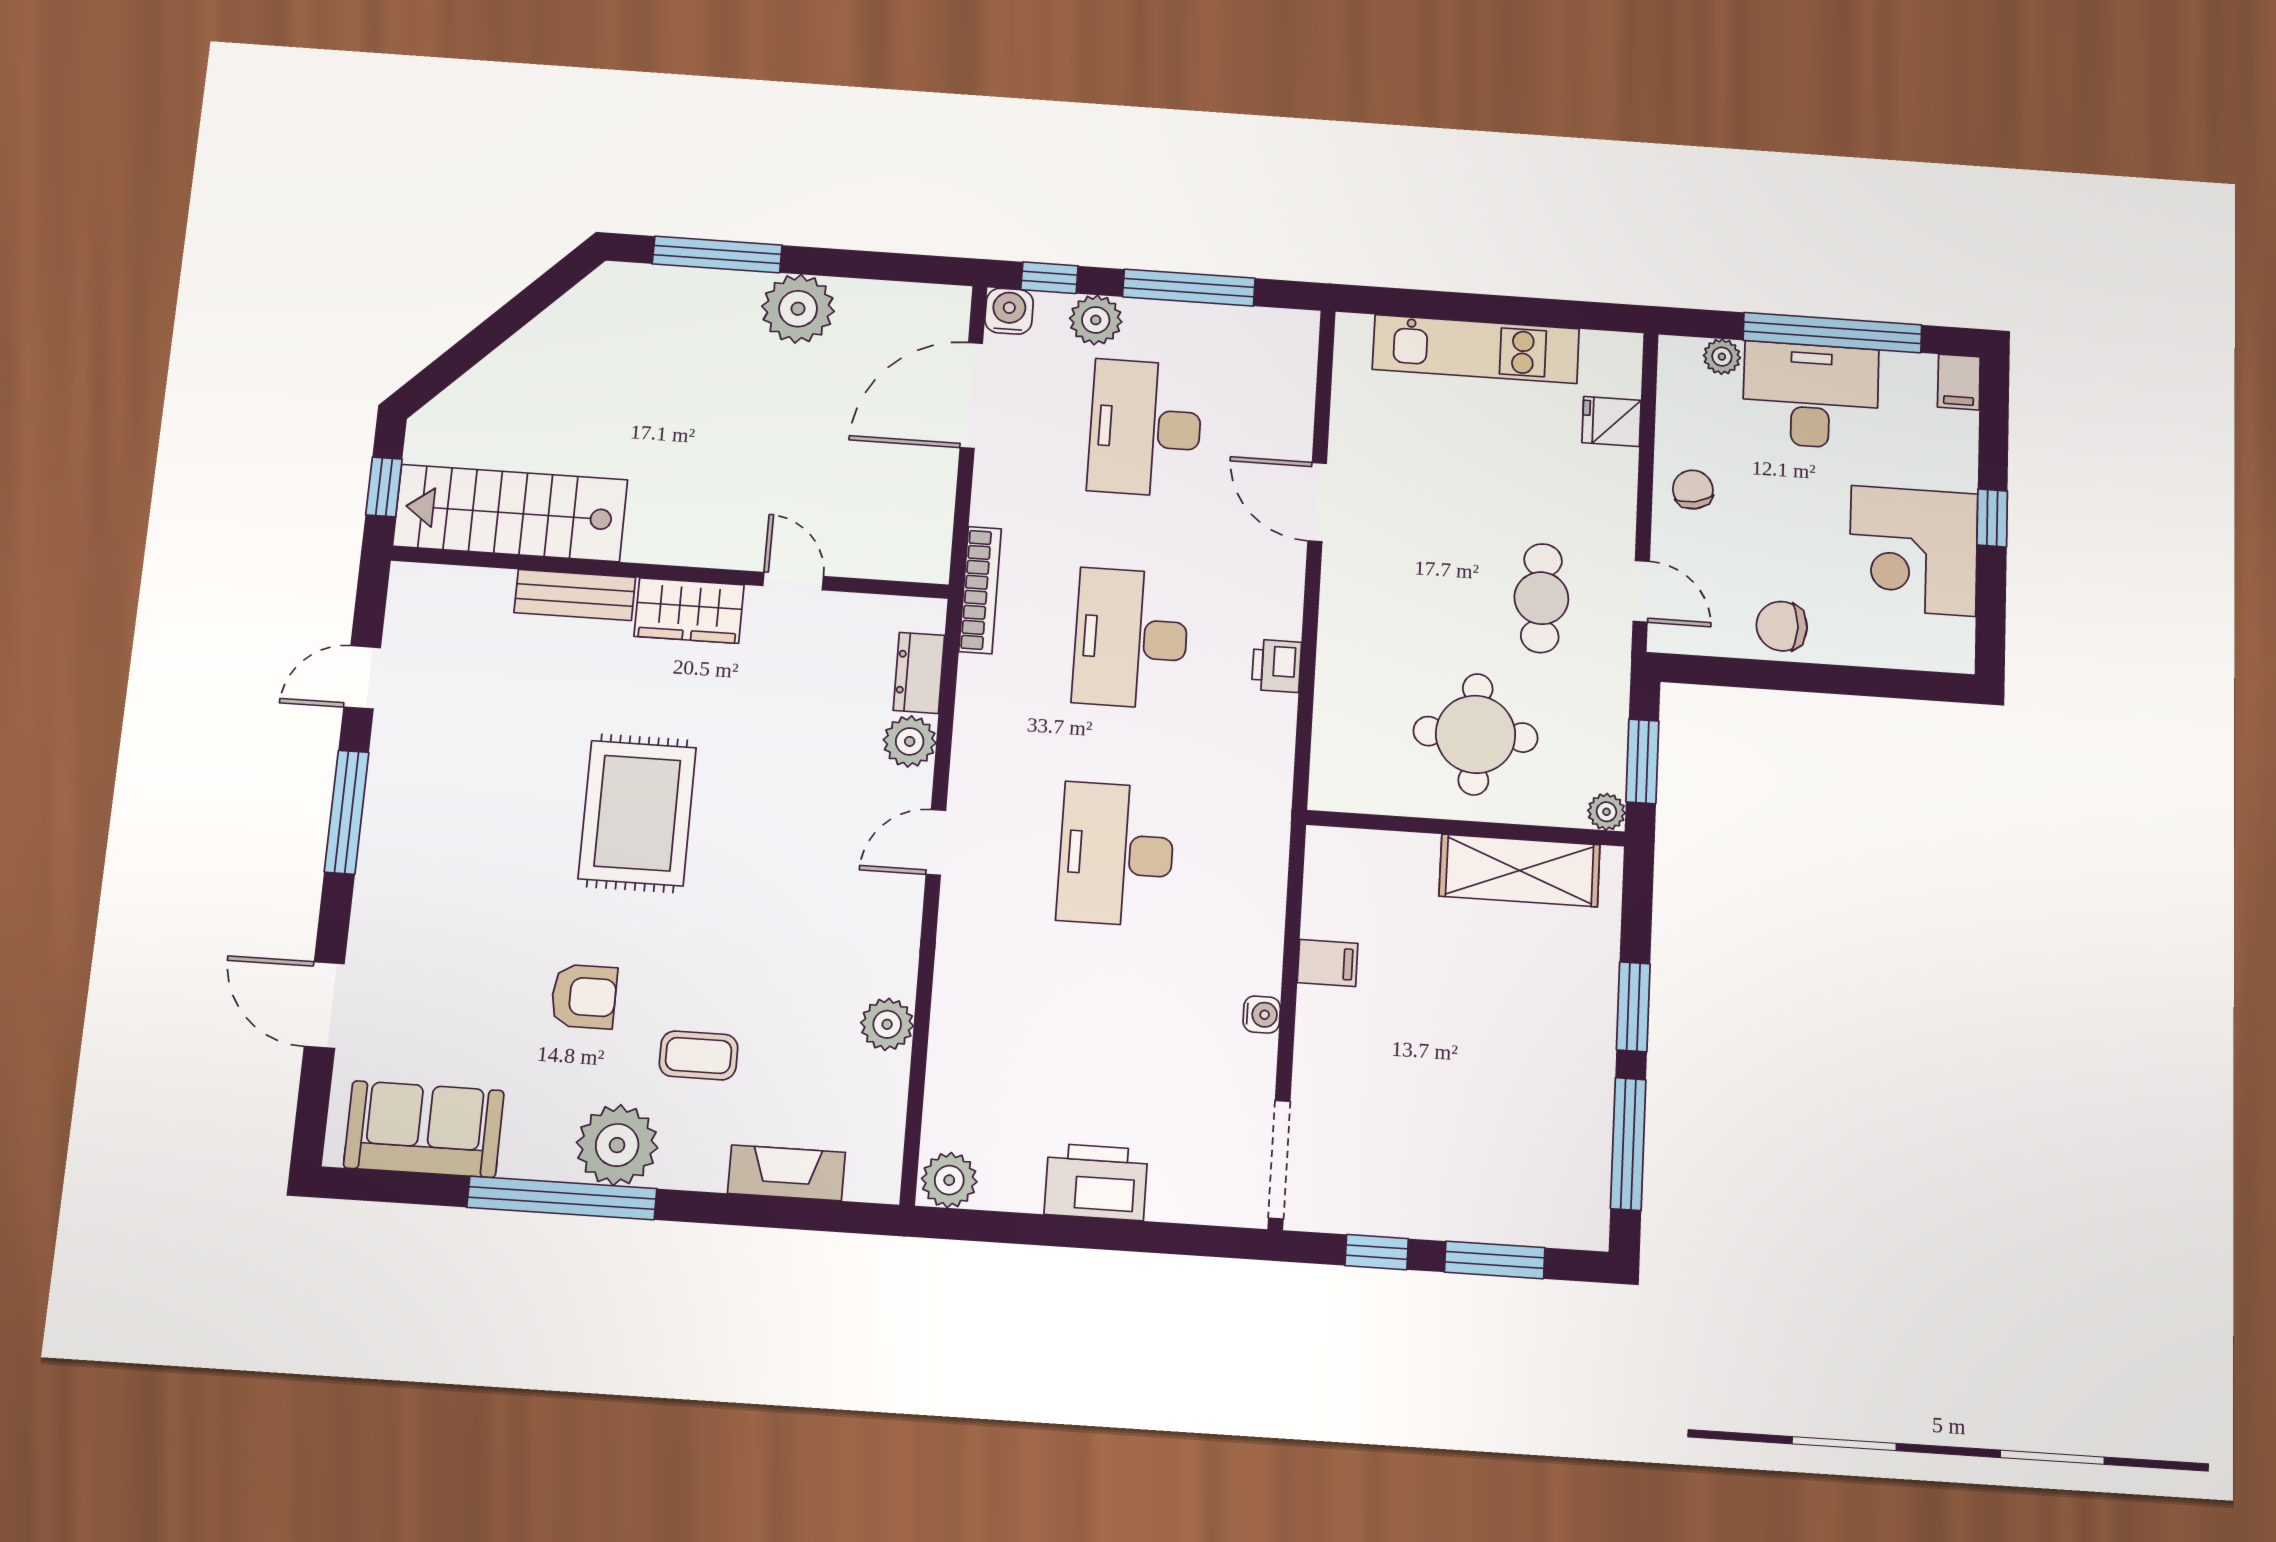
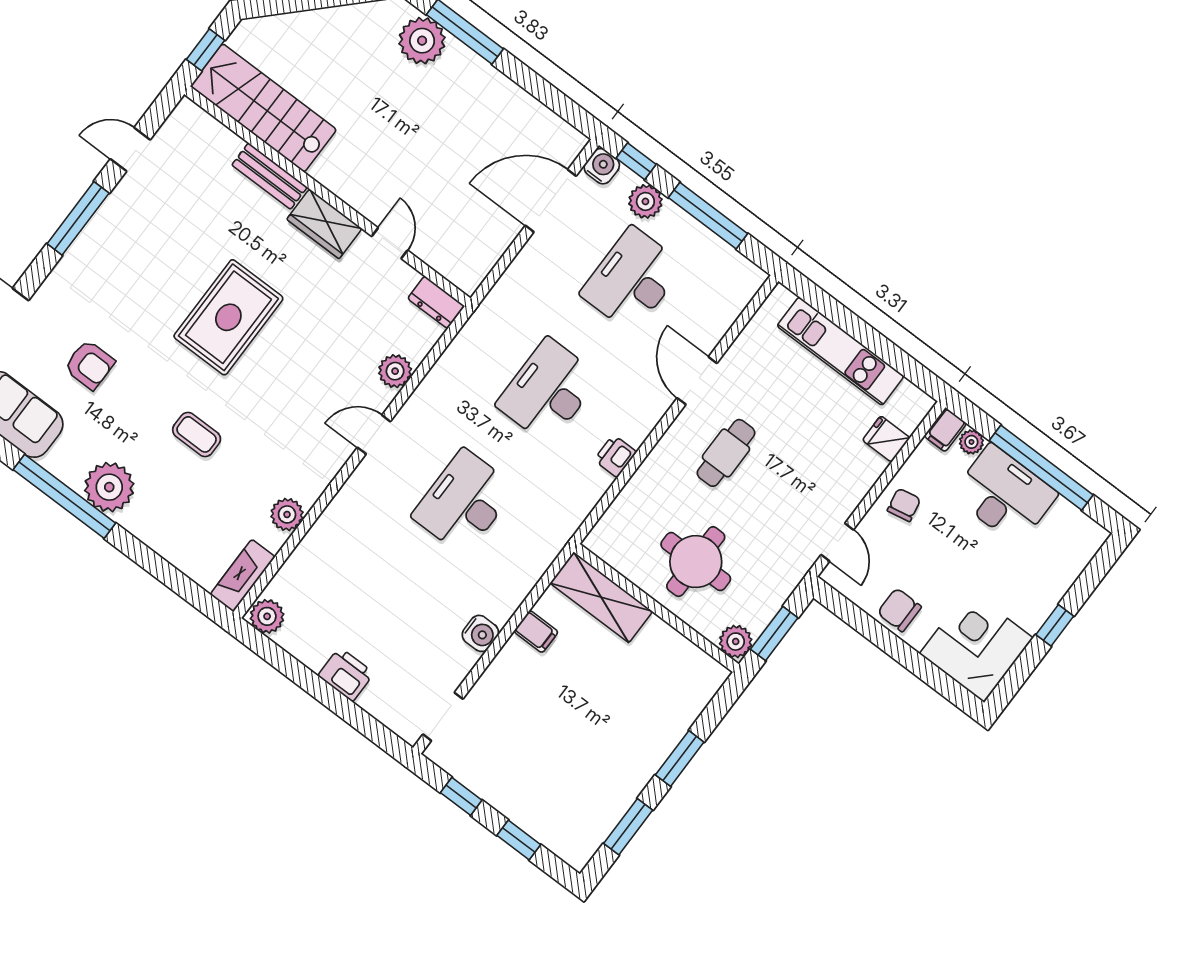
plant: (798, 309) -> (422, 41), moved
filing cabinet: (1959, 382) -> (945, 430), moved
corner desk: (1913, 551) -> (976, 646), moved, turned 90
bookcase: (980, 590) -> (485, 312), removed
cafe table: (1541, 598) -> (726, 453), moved
dresser: (919, 673) -> (436, 302), moved, turned -90
plant: (1606, 812) -> (736, 642), width x1.38, depth x1.38
shelving: (1520, 870) -> (601, 597), moved
armchair: (584, 997) -> (89, 365), moved
water cooler: (1262, 1015) -> (480, 633), width x1.38, depth x1.38
coffee table: (699, 1055) -> (197, 434), moved
window: (1628, 1144) -> (628, 827), width x0.69
doorway: (1279, 1160) -> (443, 717), width x0.73
fireplace: (786, 1173) -> (243, 576), moved, turned -90
printer: (1096, 1182) -> (346, 674), width x0.73, depth x0.84
window: (1495, 1260) -> (519, 840), width x0.67

